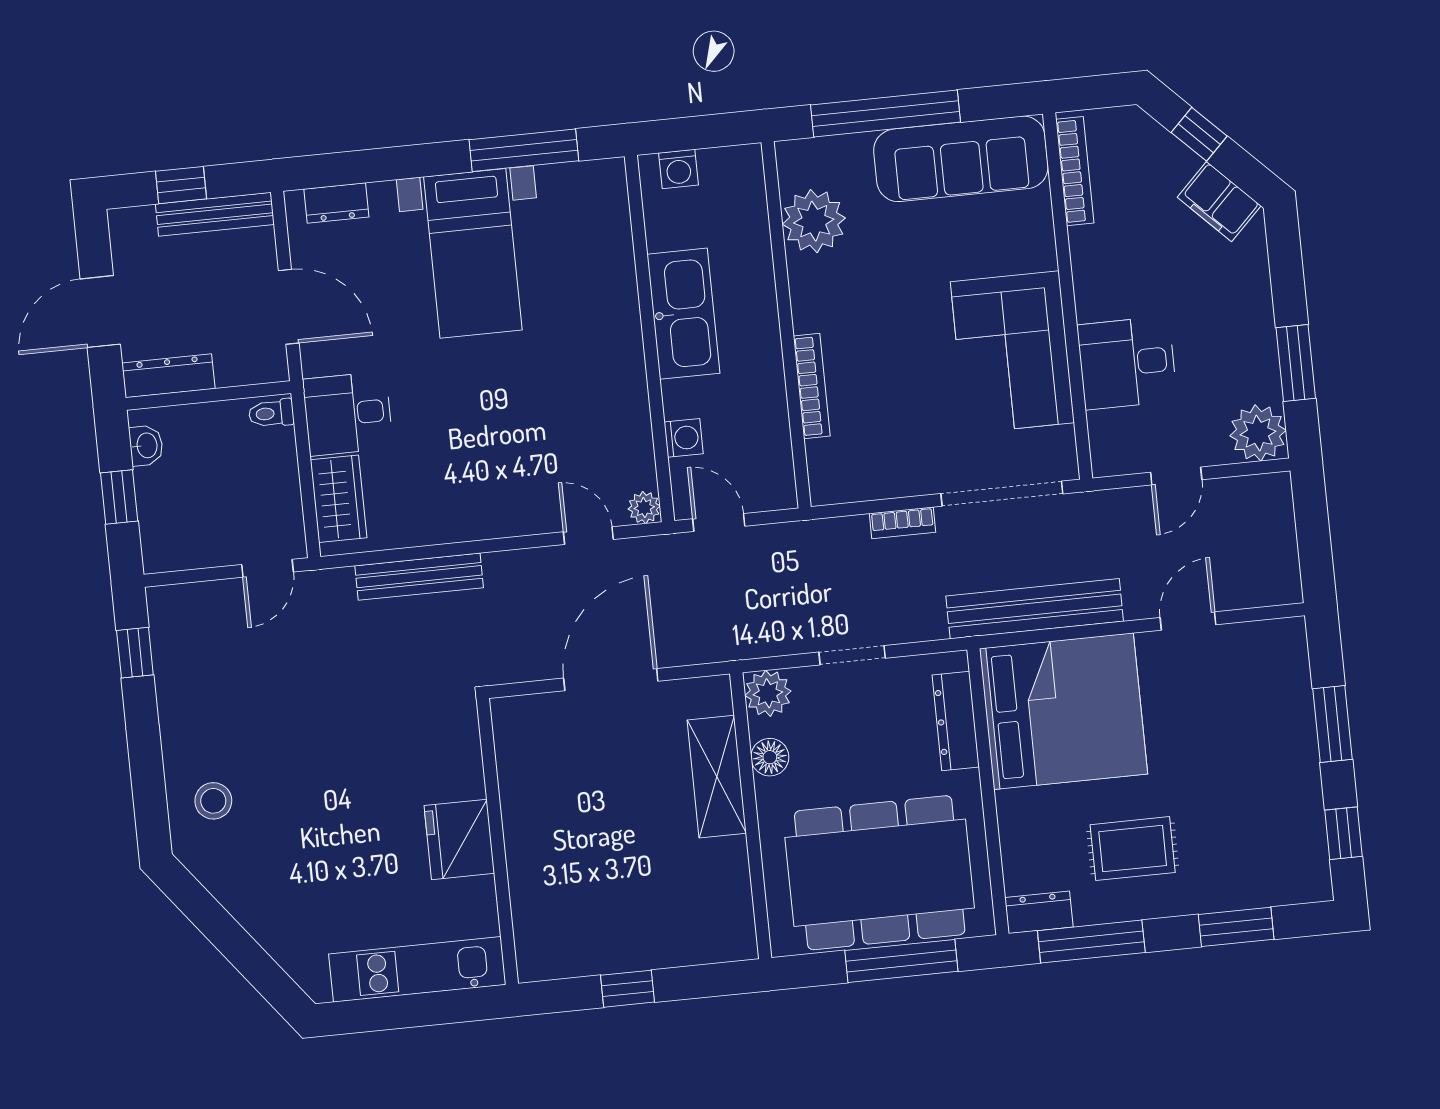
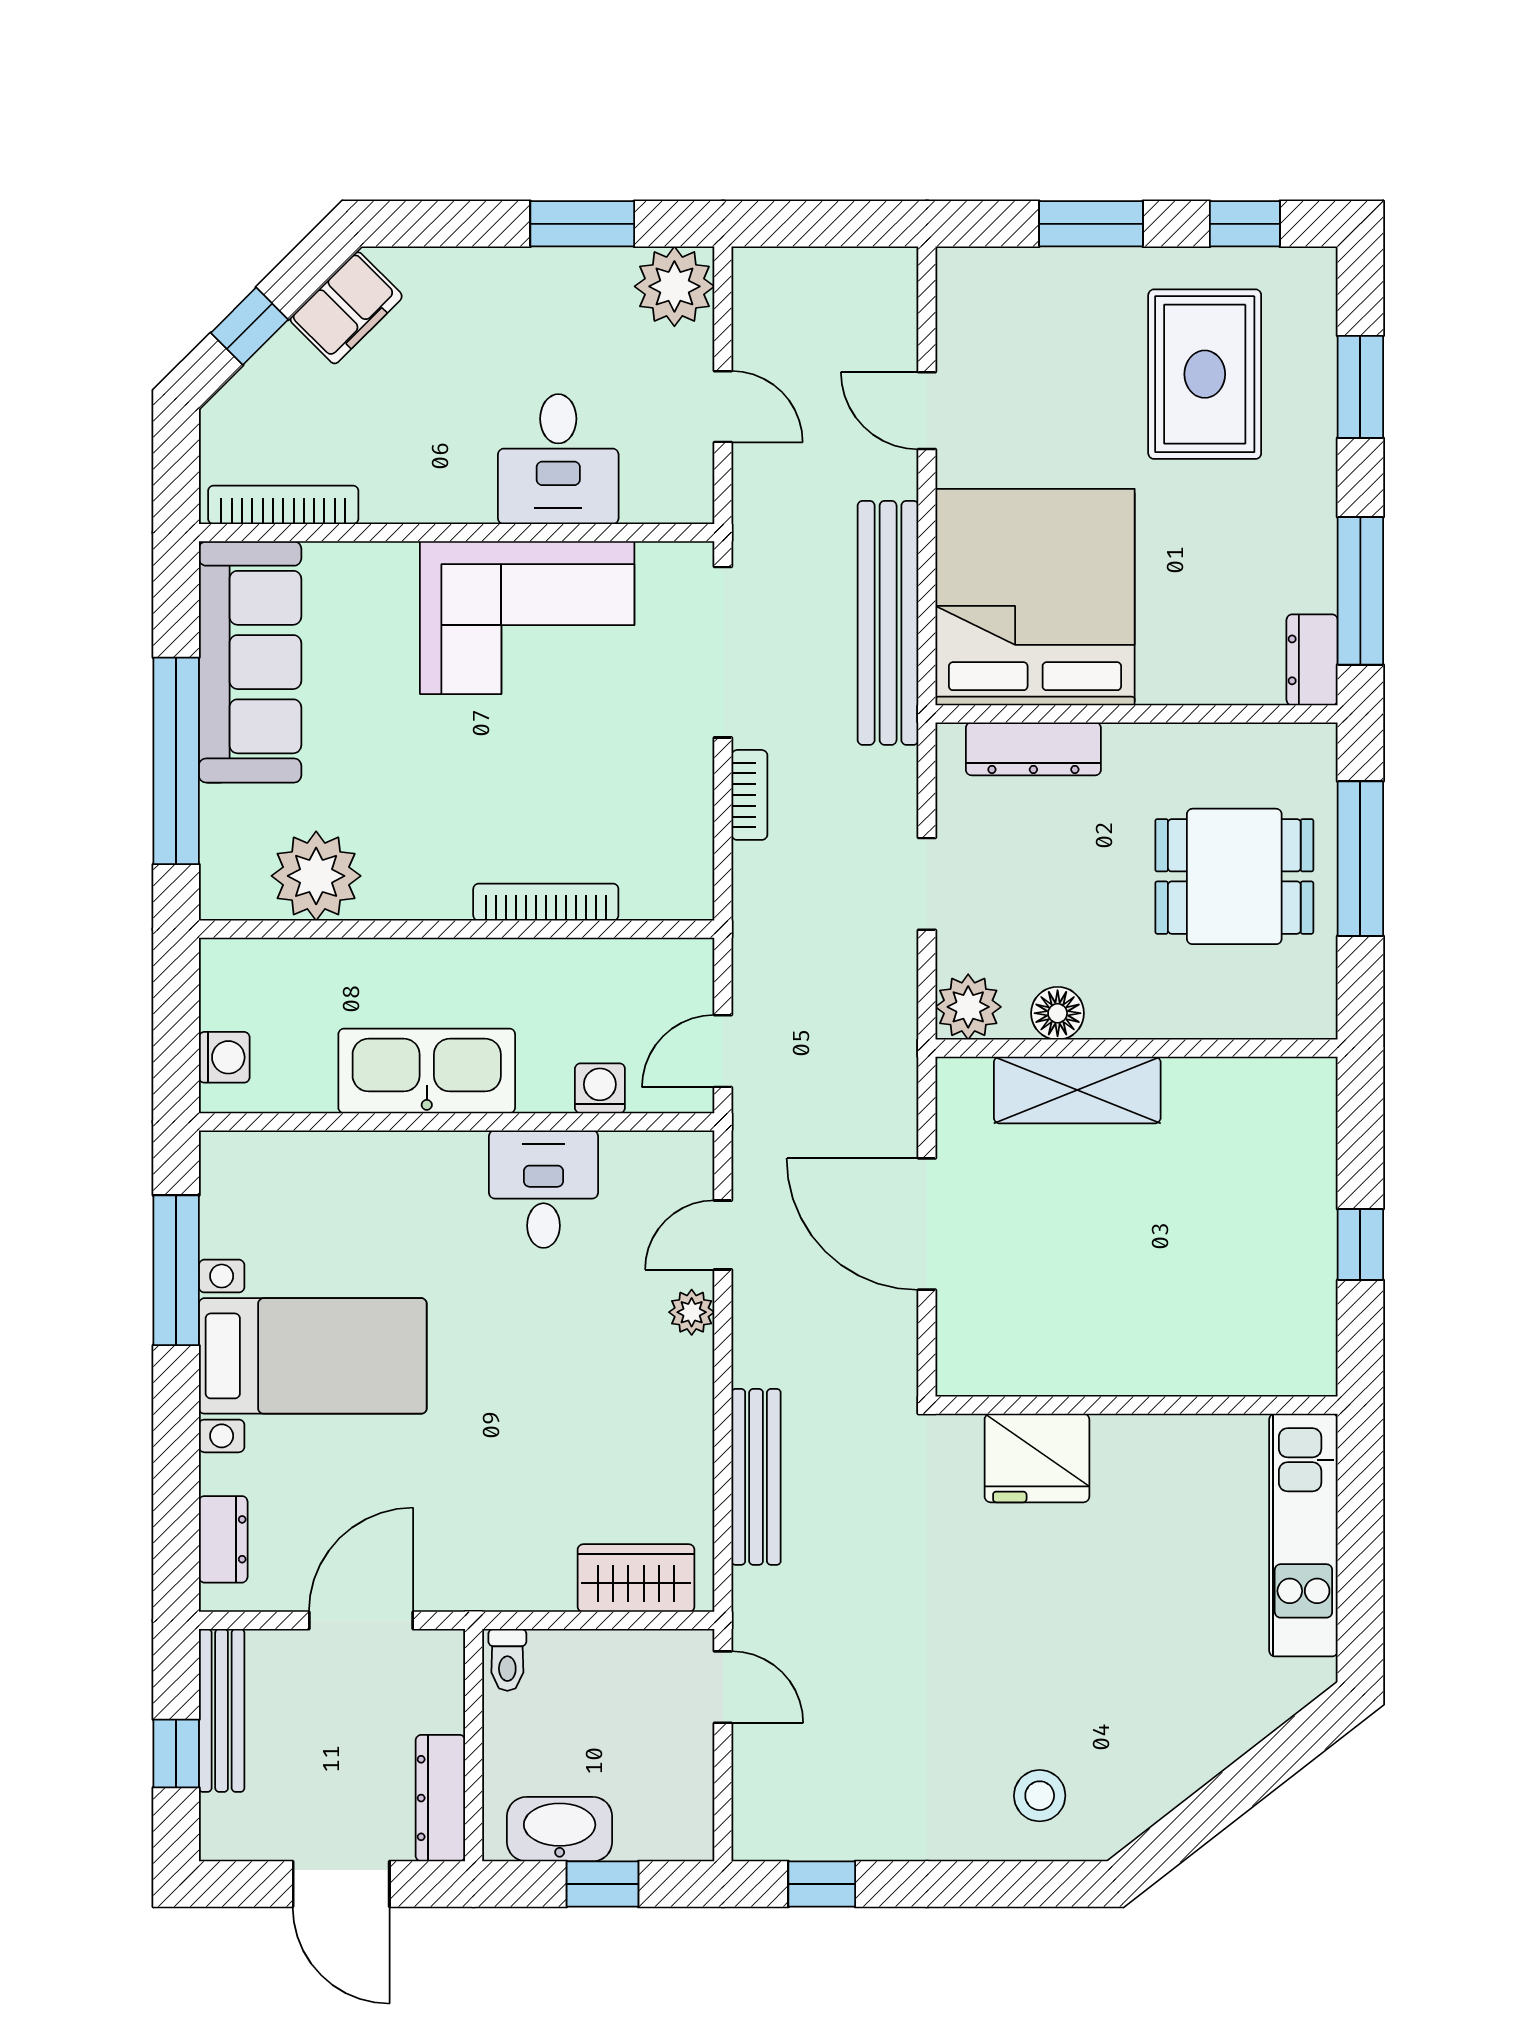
desk: (348, 414) -> (543, 1189), moved, turned 180
washbasin: (146, 445) -> (560, 1829), width x1.91, depth x1.45
plant: (644, 508) -> (692, 1312), moved
fridge: (459, 839) -> (1037, 1458), moved
rug: (1133, 849) -> (1205, 374), moved, width x1.36, depth x1.43
dining table: (880, 873) -> (1234, 876), width x0.53, depth x0.80

